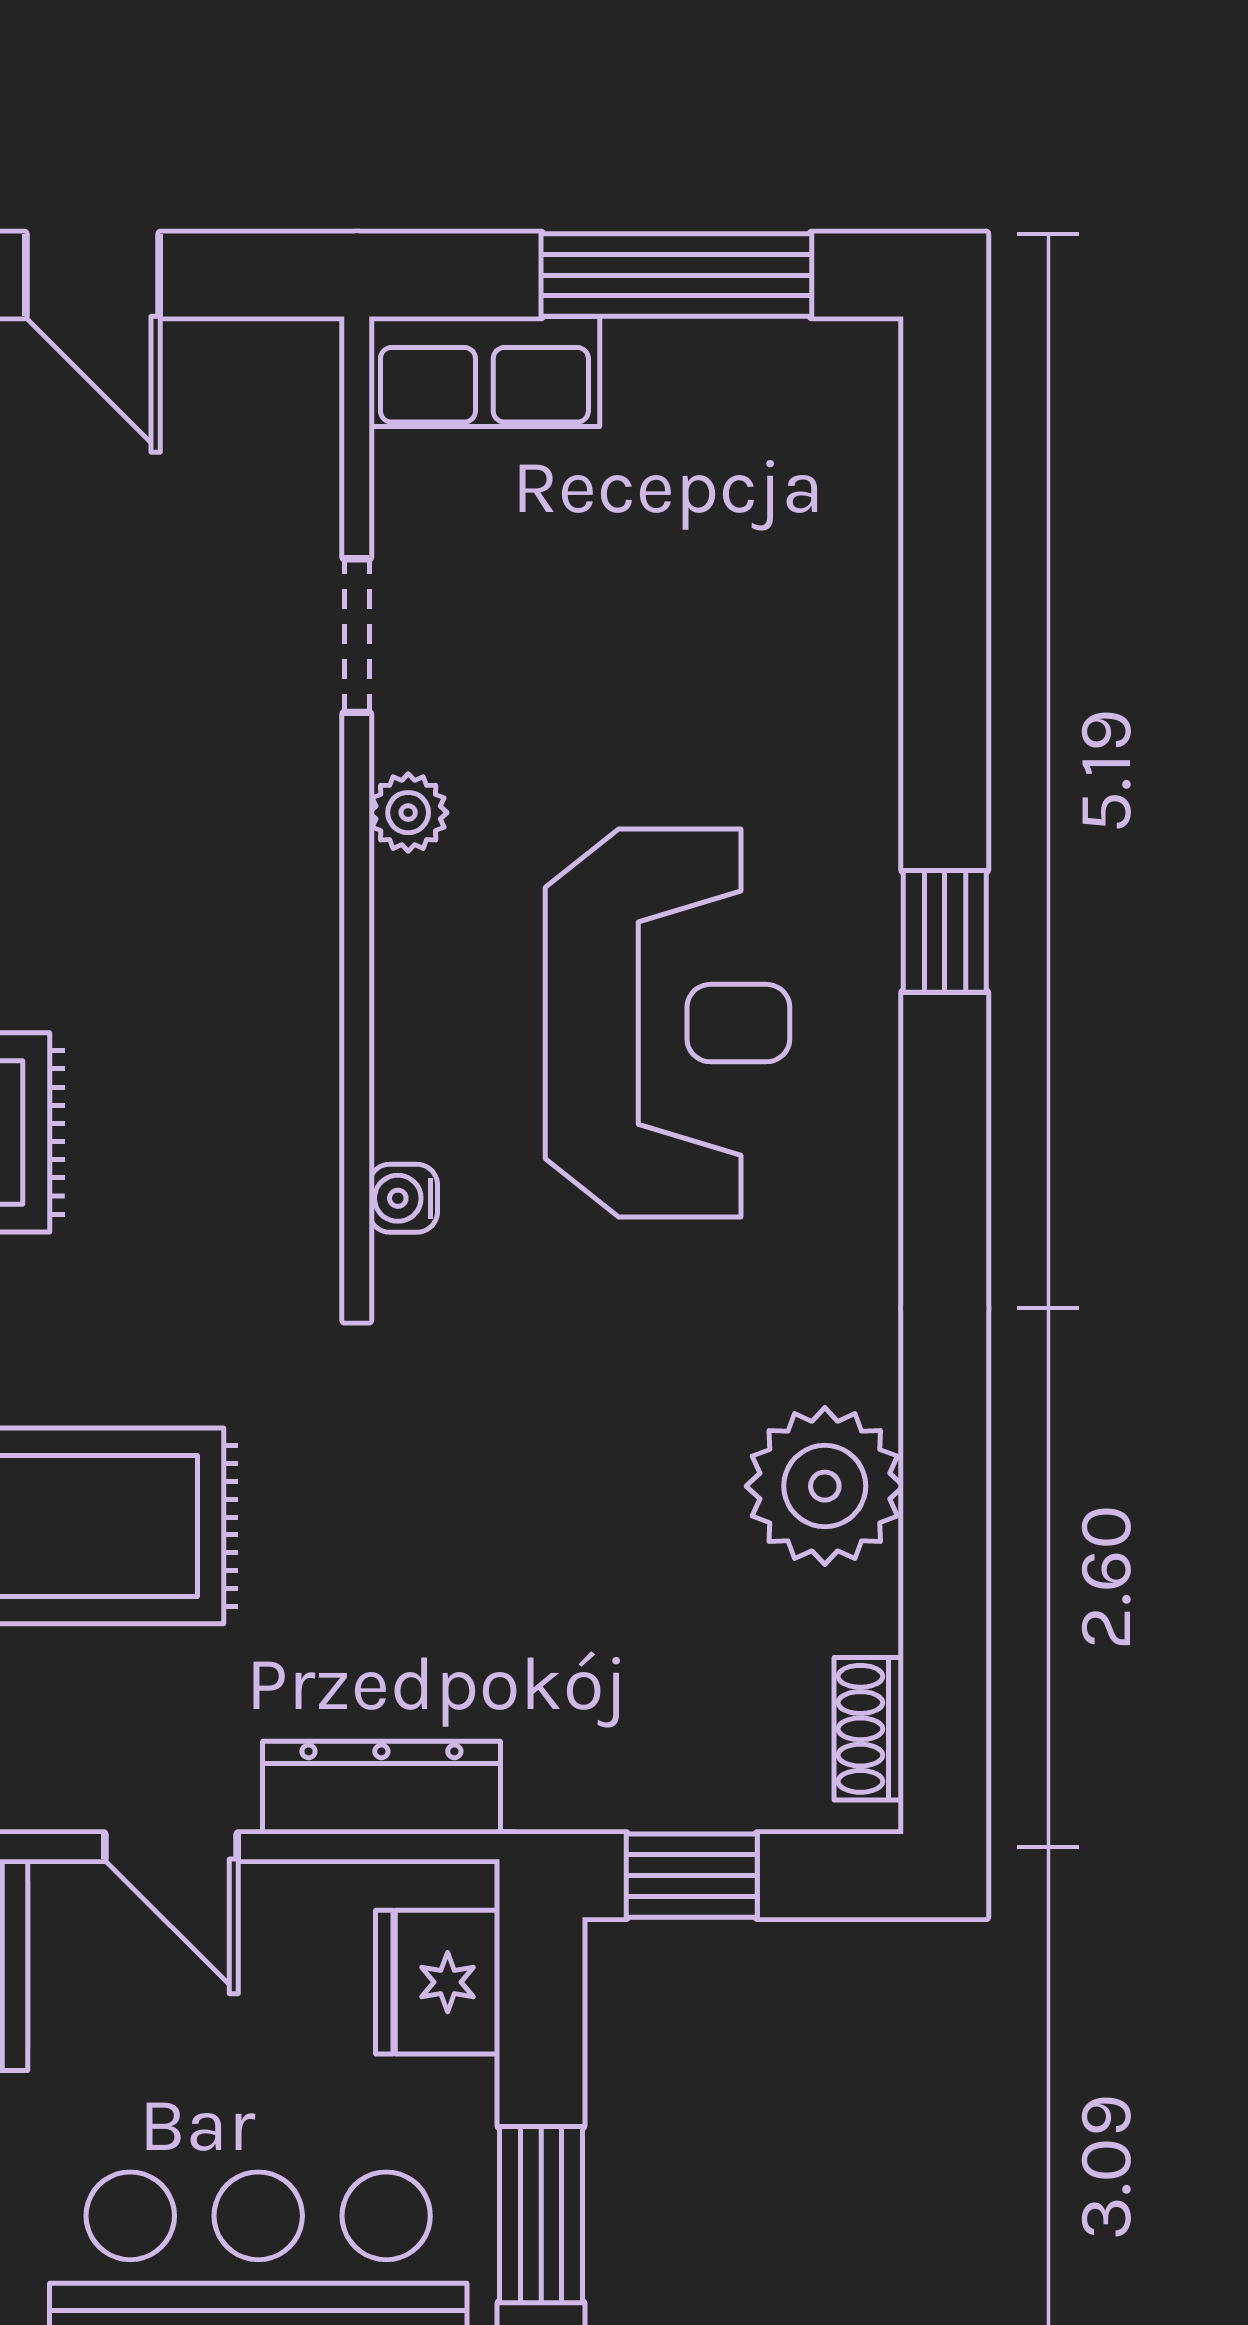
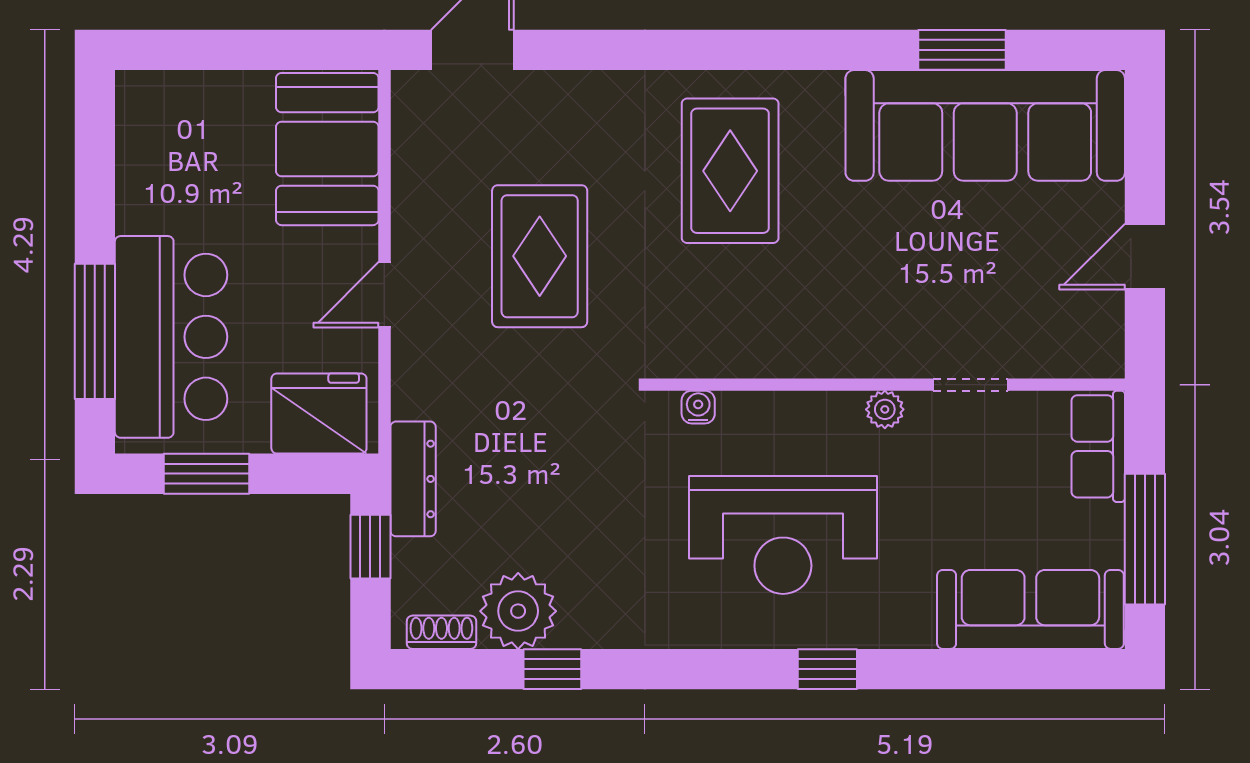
sofa: (822, 512) -> (1030, 609), added
plant: (825, 1486) -> (518, 611), moved
window: (945, 1500) -> (552, 669), added
dresser: (381, 1788) -> (413, 479), moved
fridge: (438, 1982) -> (319, 413), width x1.36, depth x1.34

